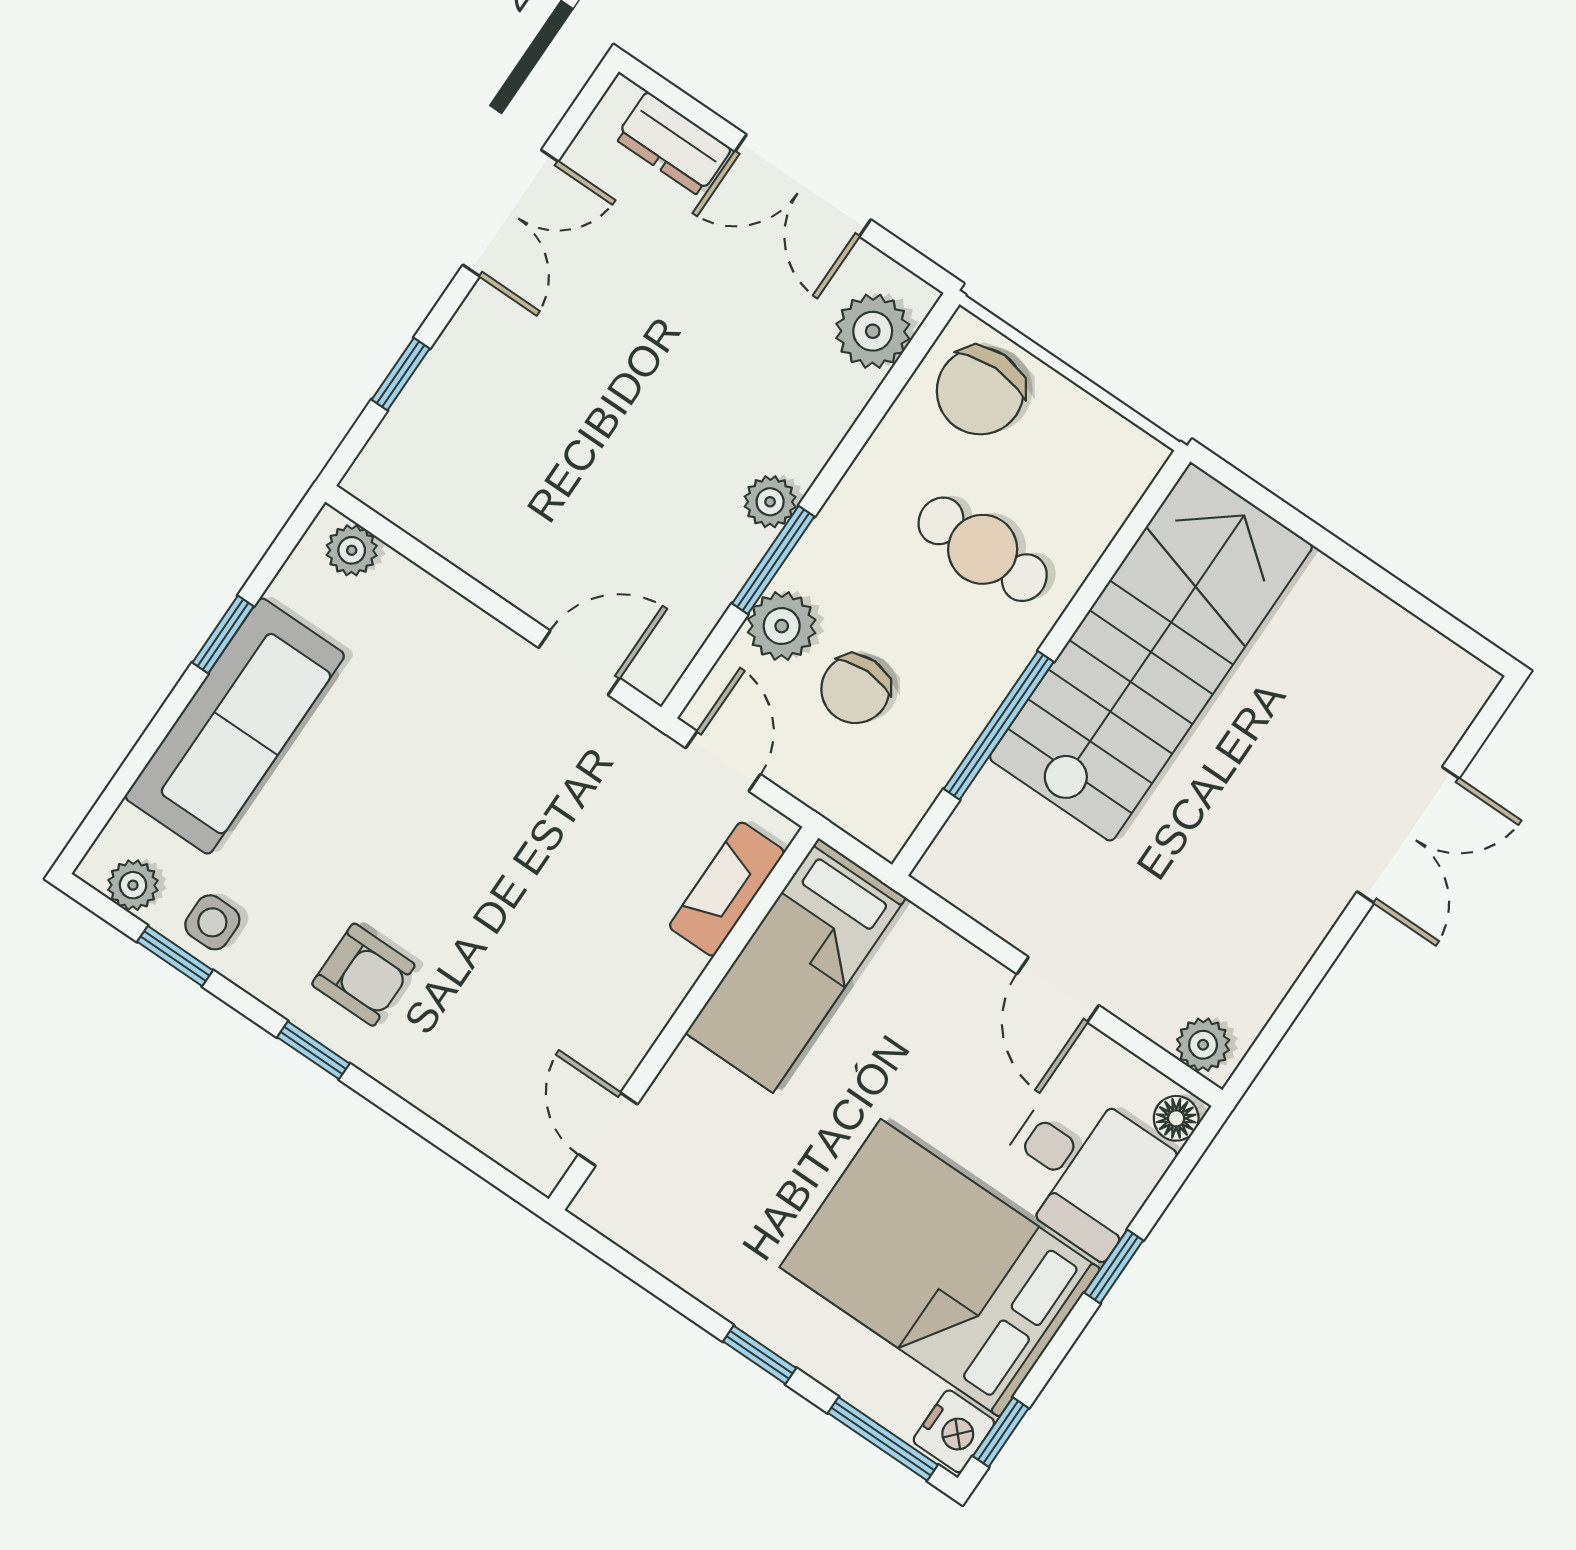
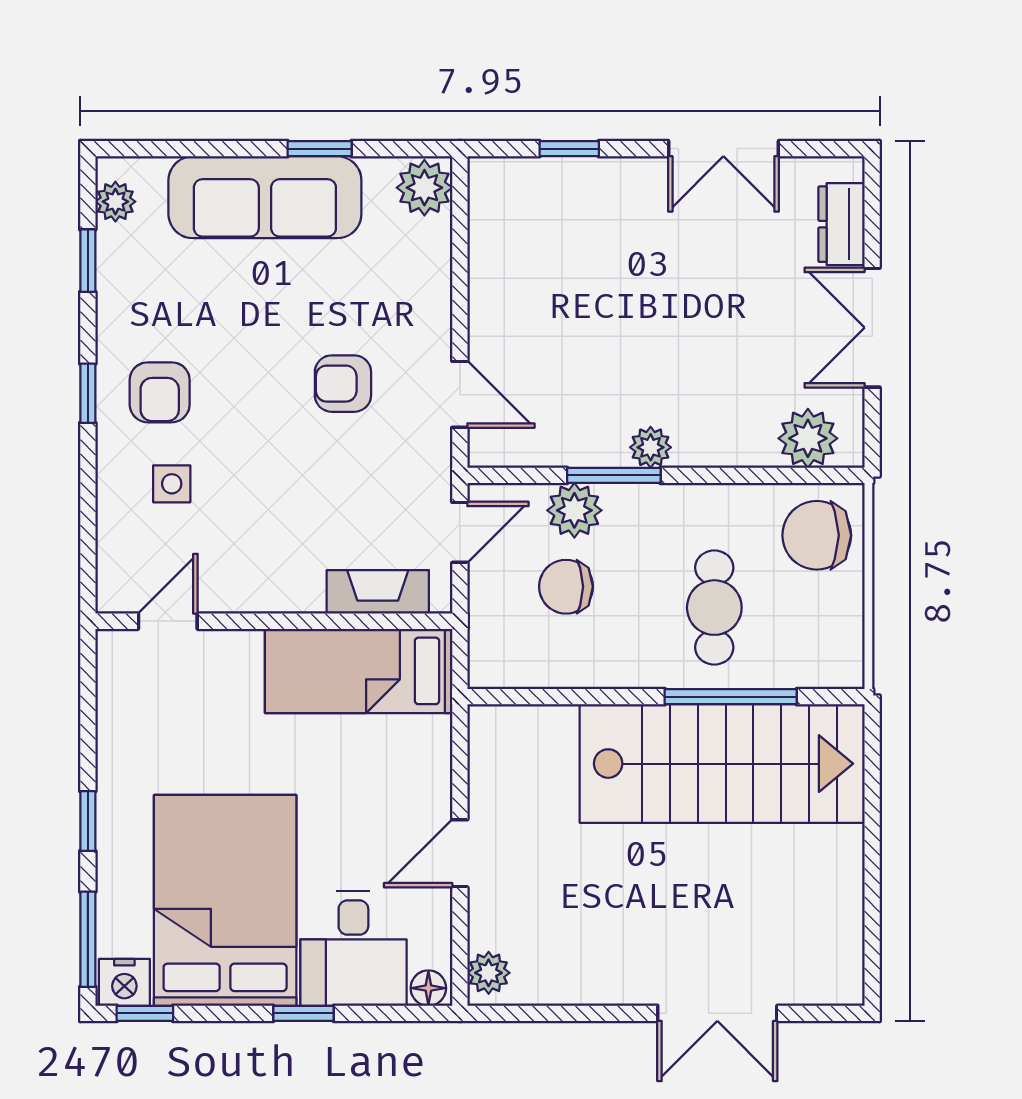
plant: (352, 550) -> (424, 188), width x1.38, depth x1.38
window: (999, 725) -> (731, 697), moved
armchair: (485, 777) -> (343, 384), added
side table: (212, 922) -> (172, 484), moved

